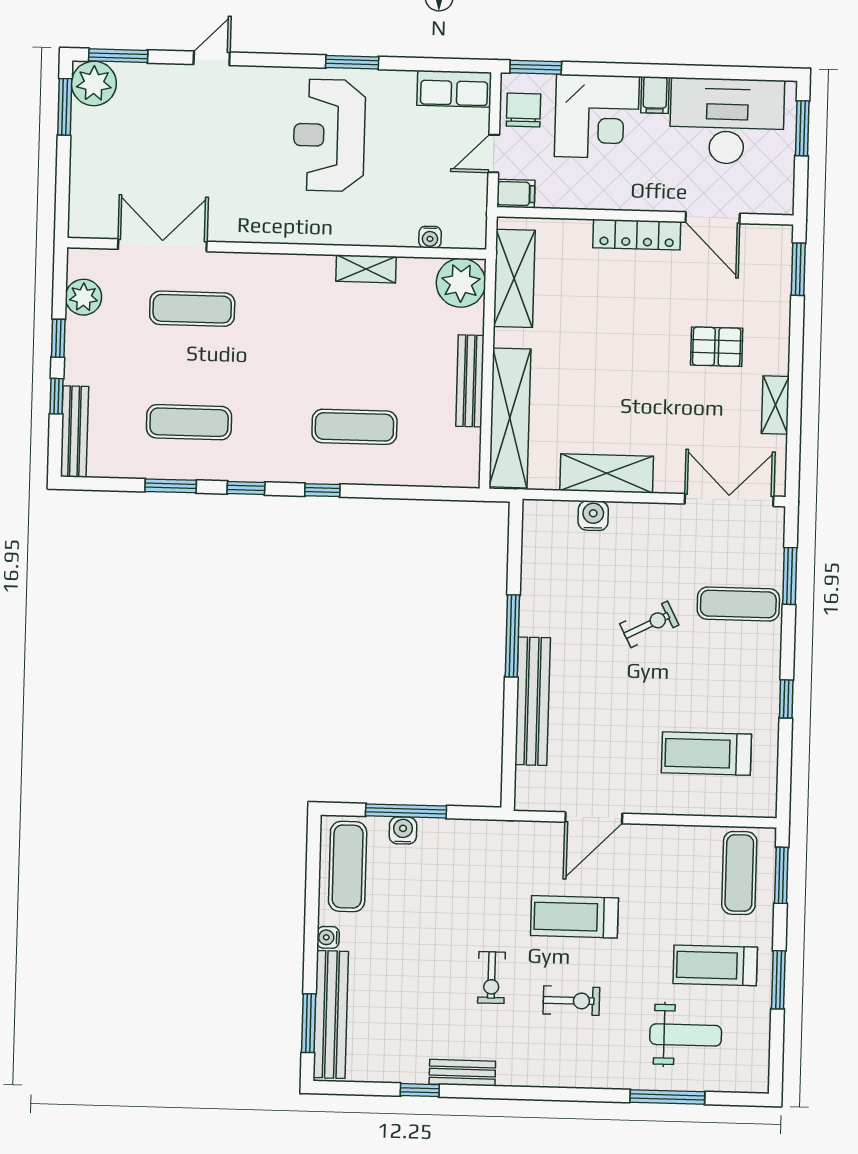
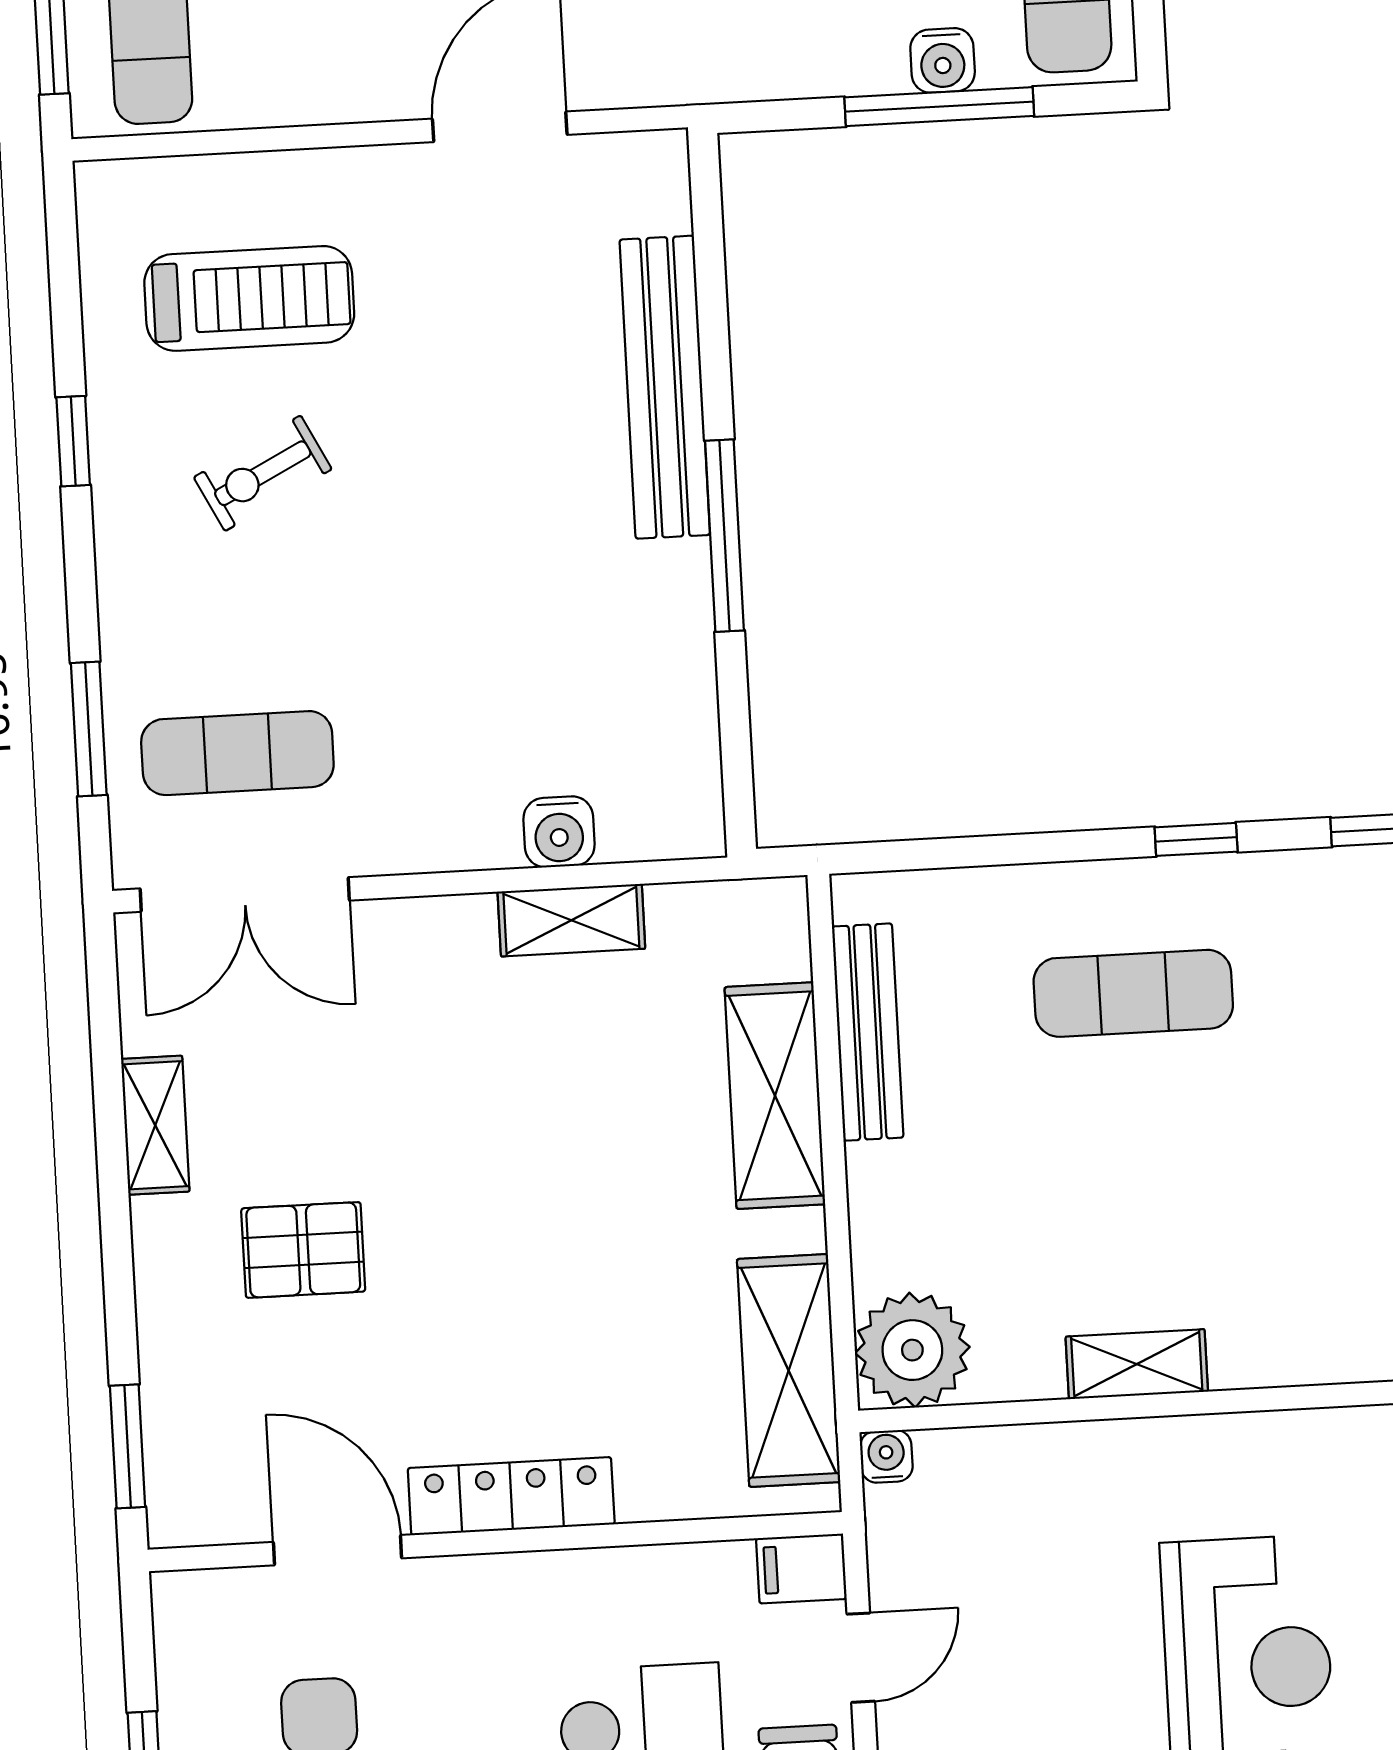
water cooler: (430, 237) -> (886, 1456), moved
bench: (470, 381) -> (868, 1032), moved
shelving: (510, 418) -> (775, 1096), width x0.68
shelving: (607, 473) -> (571, 920), width x0.67, depth x0.75
exercise mat: (738, 604) -> (237, 753), moved
exercise bike: (649, 624) -> (263, 473), moved

